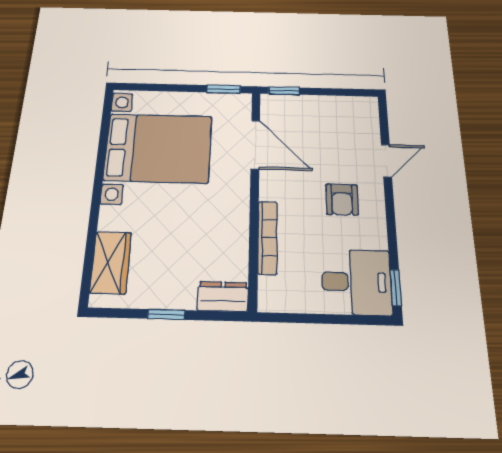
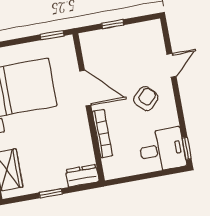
window: (284, 91) -> (113, 24), moved
door: (255, 145) -> (85, 88), moved
armchair: (342, 200) -> (146, 99), turned -135

